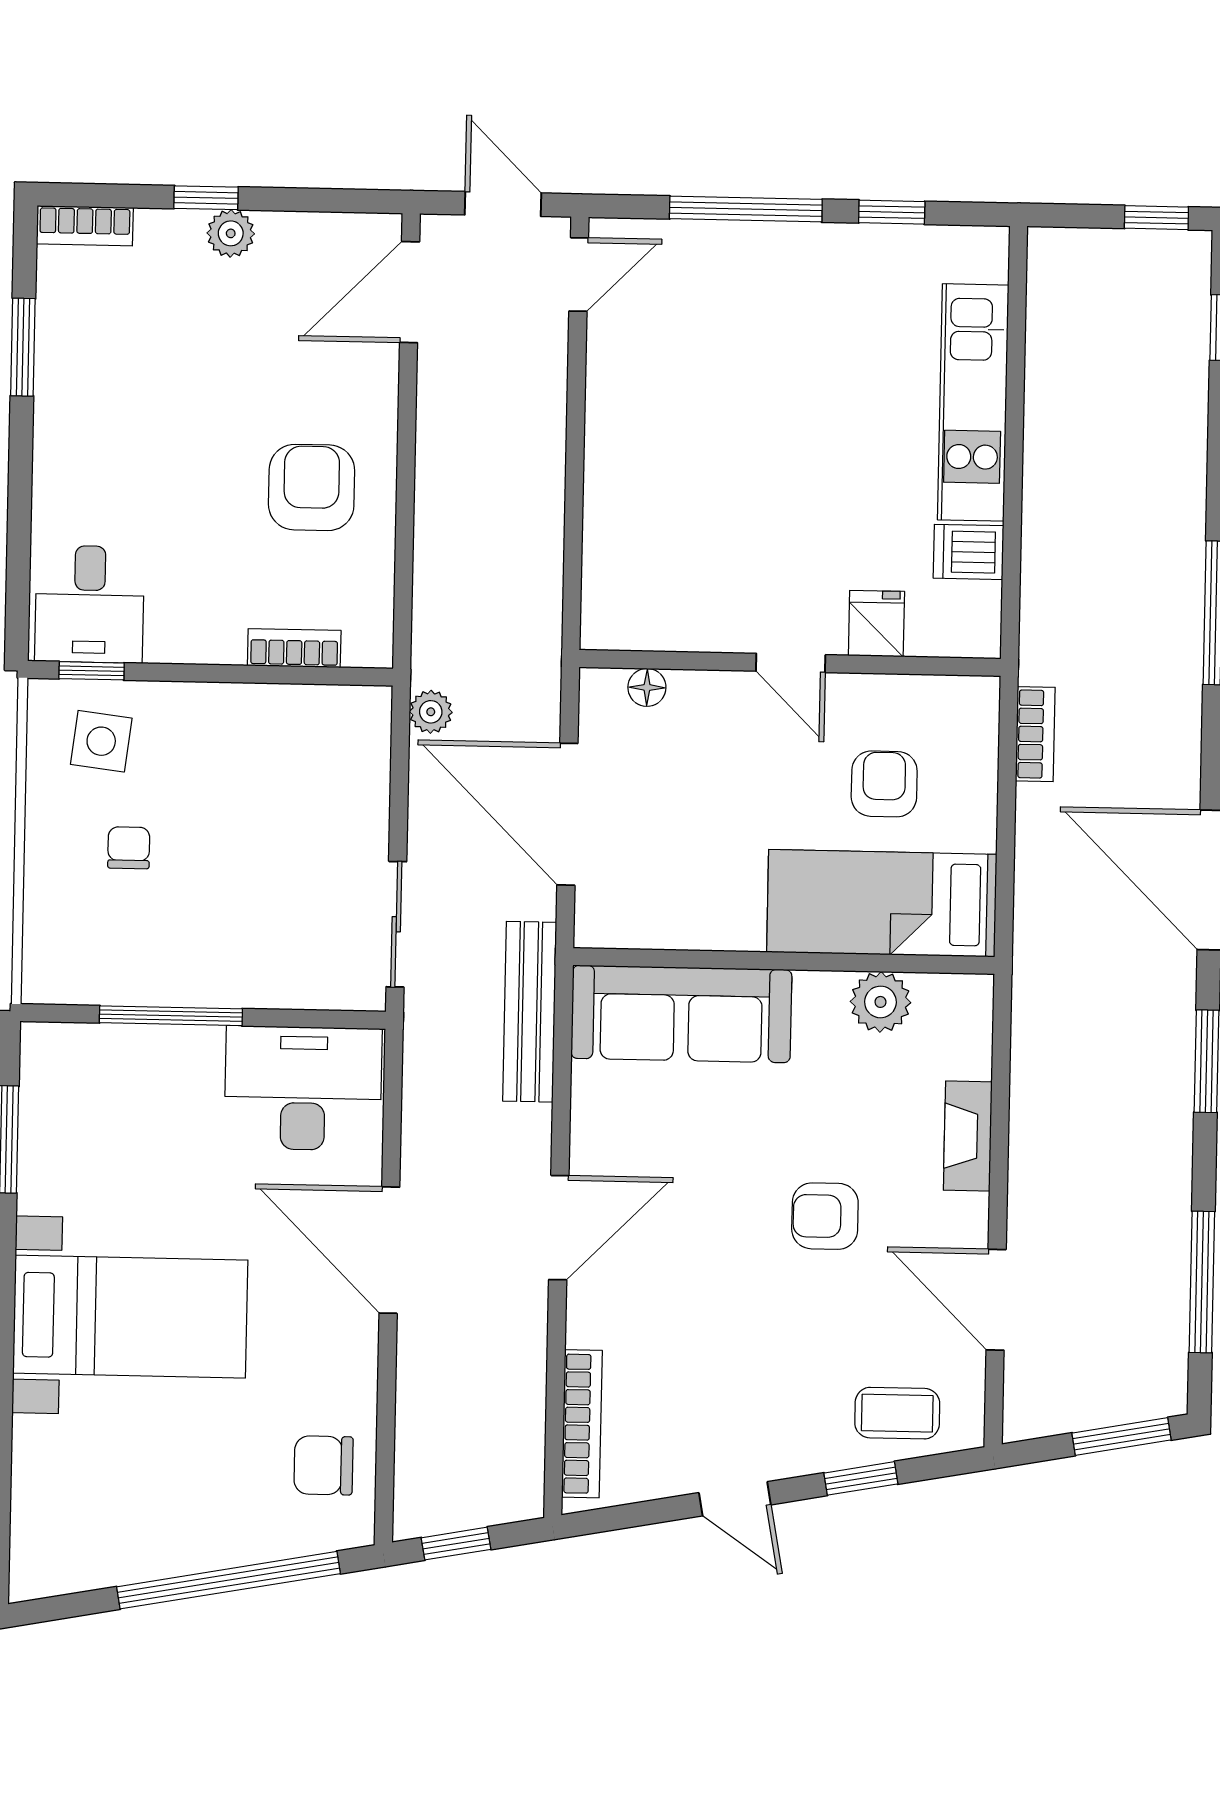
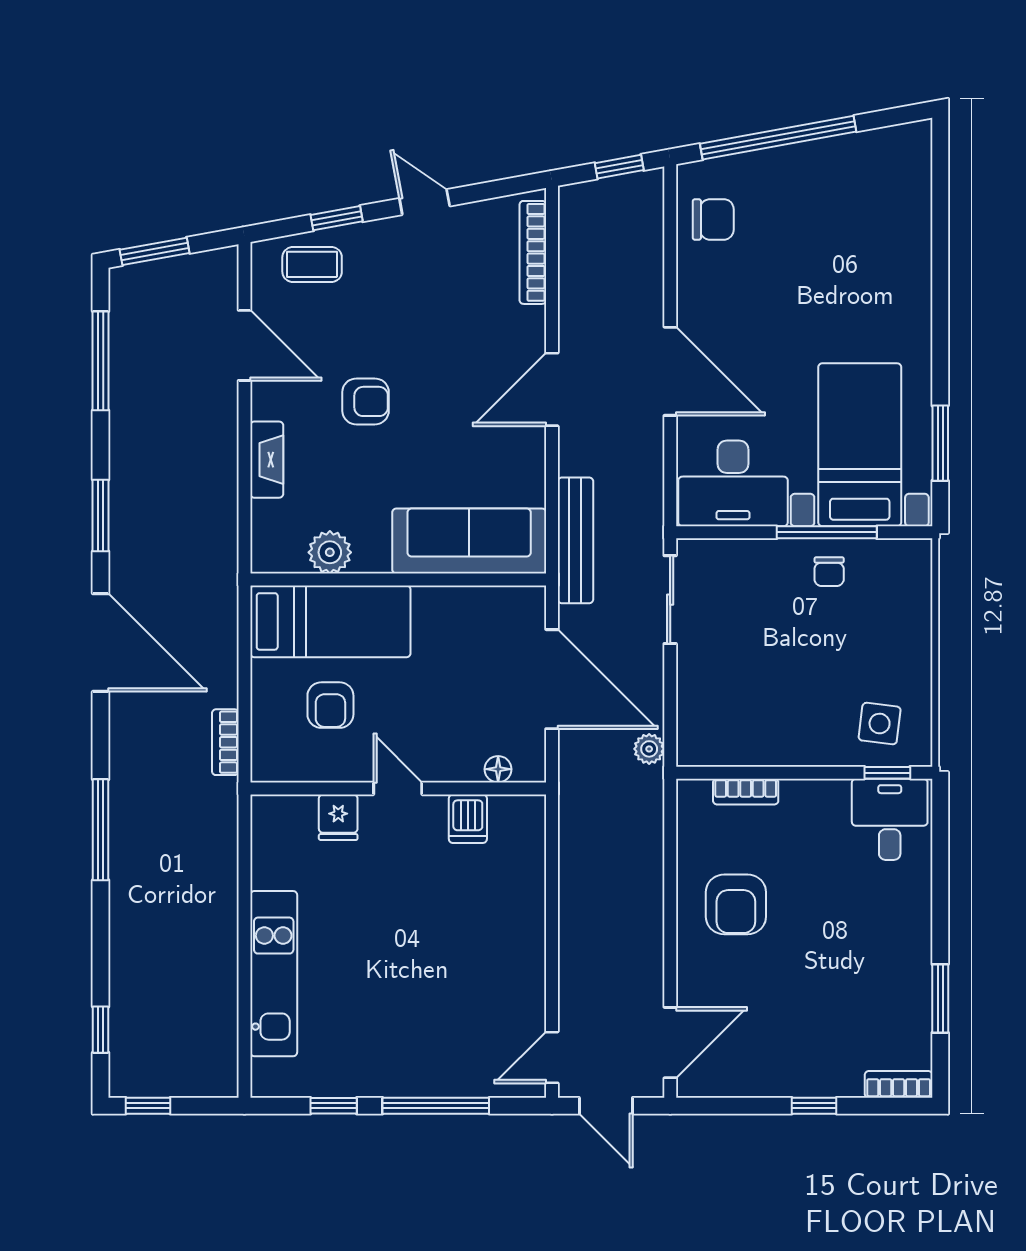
plant: (231, 233) -> (796, 1081), removed
dishwasher: (969, 552) -> (468, 819), moved, turned 90
chair: (129, 848) -> (829, 572), moved
bed with nightstands: (130, 1317) -> (860, 445), moved, turned 90

